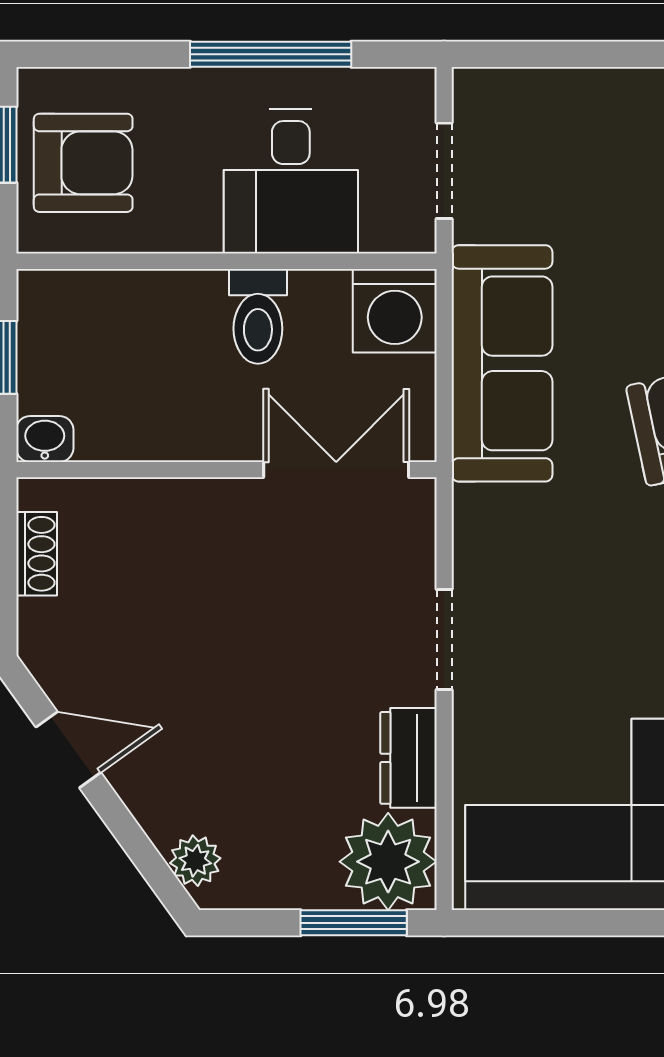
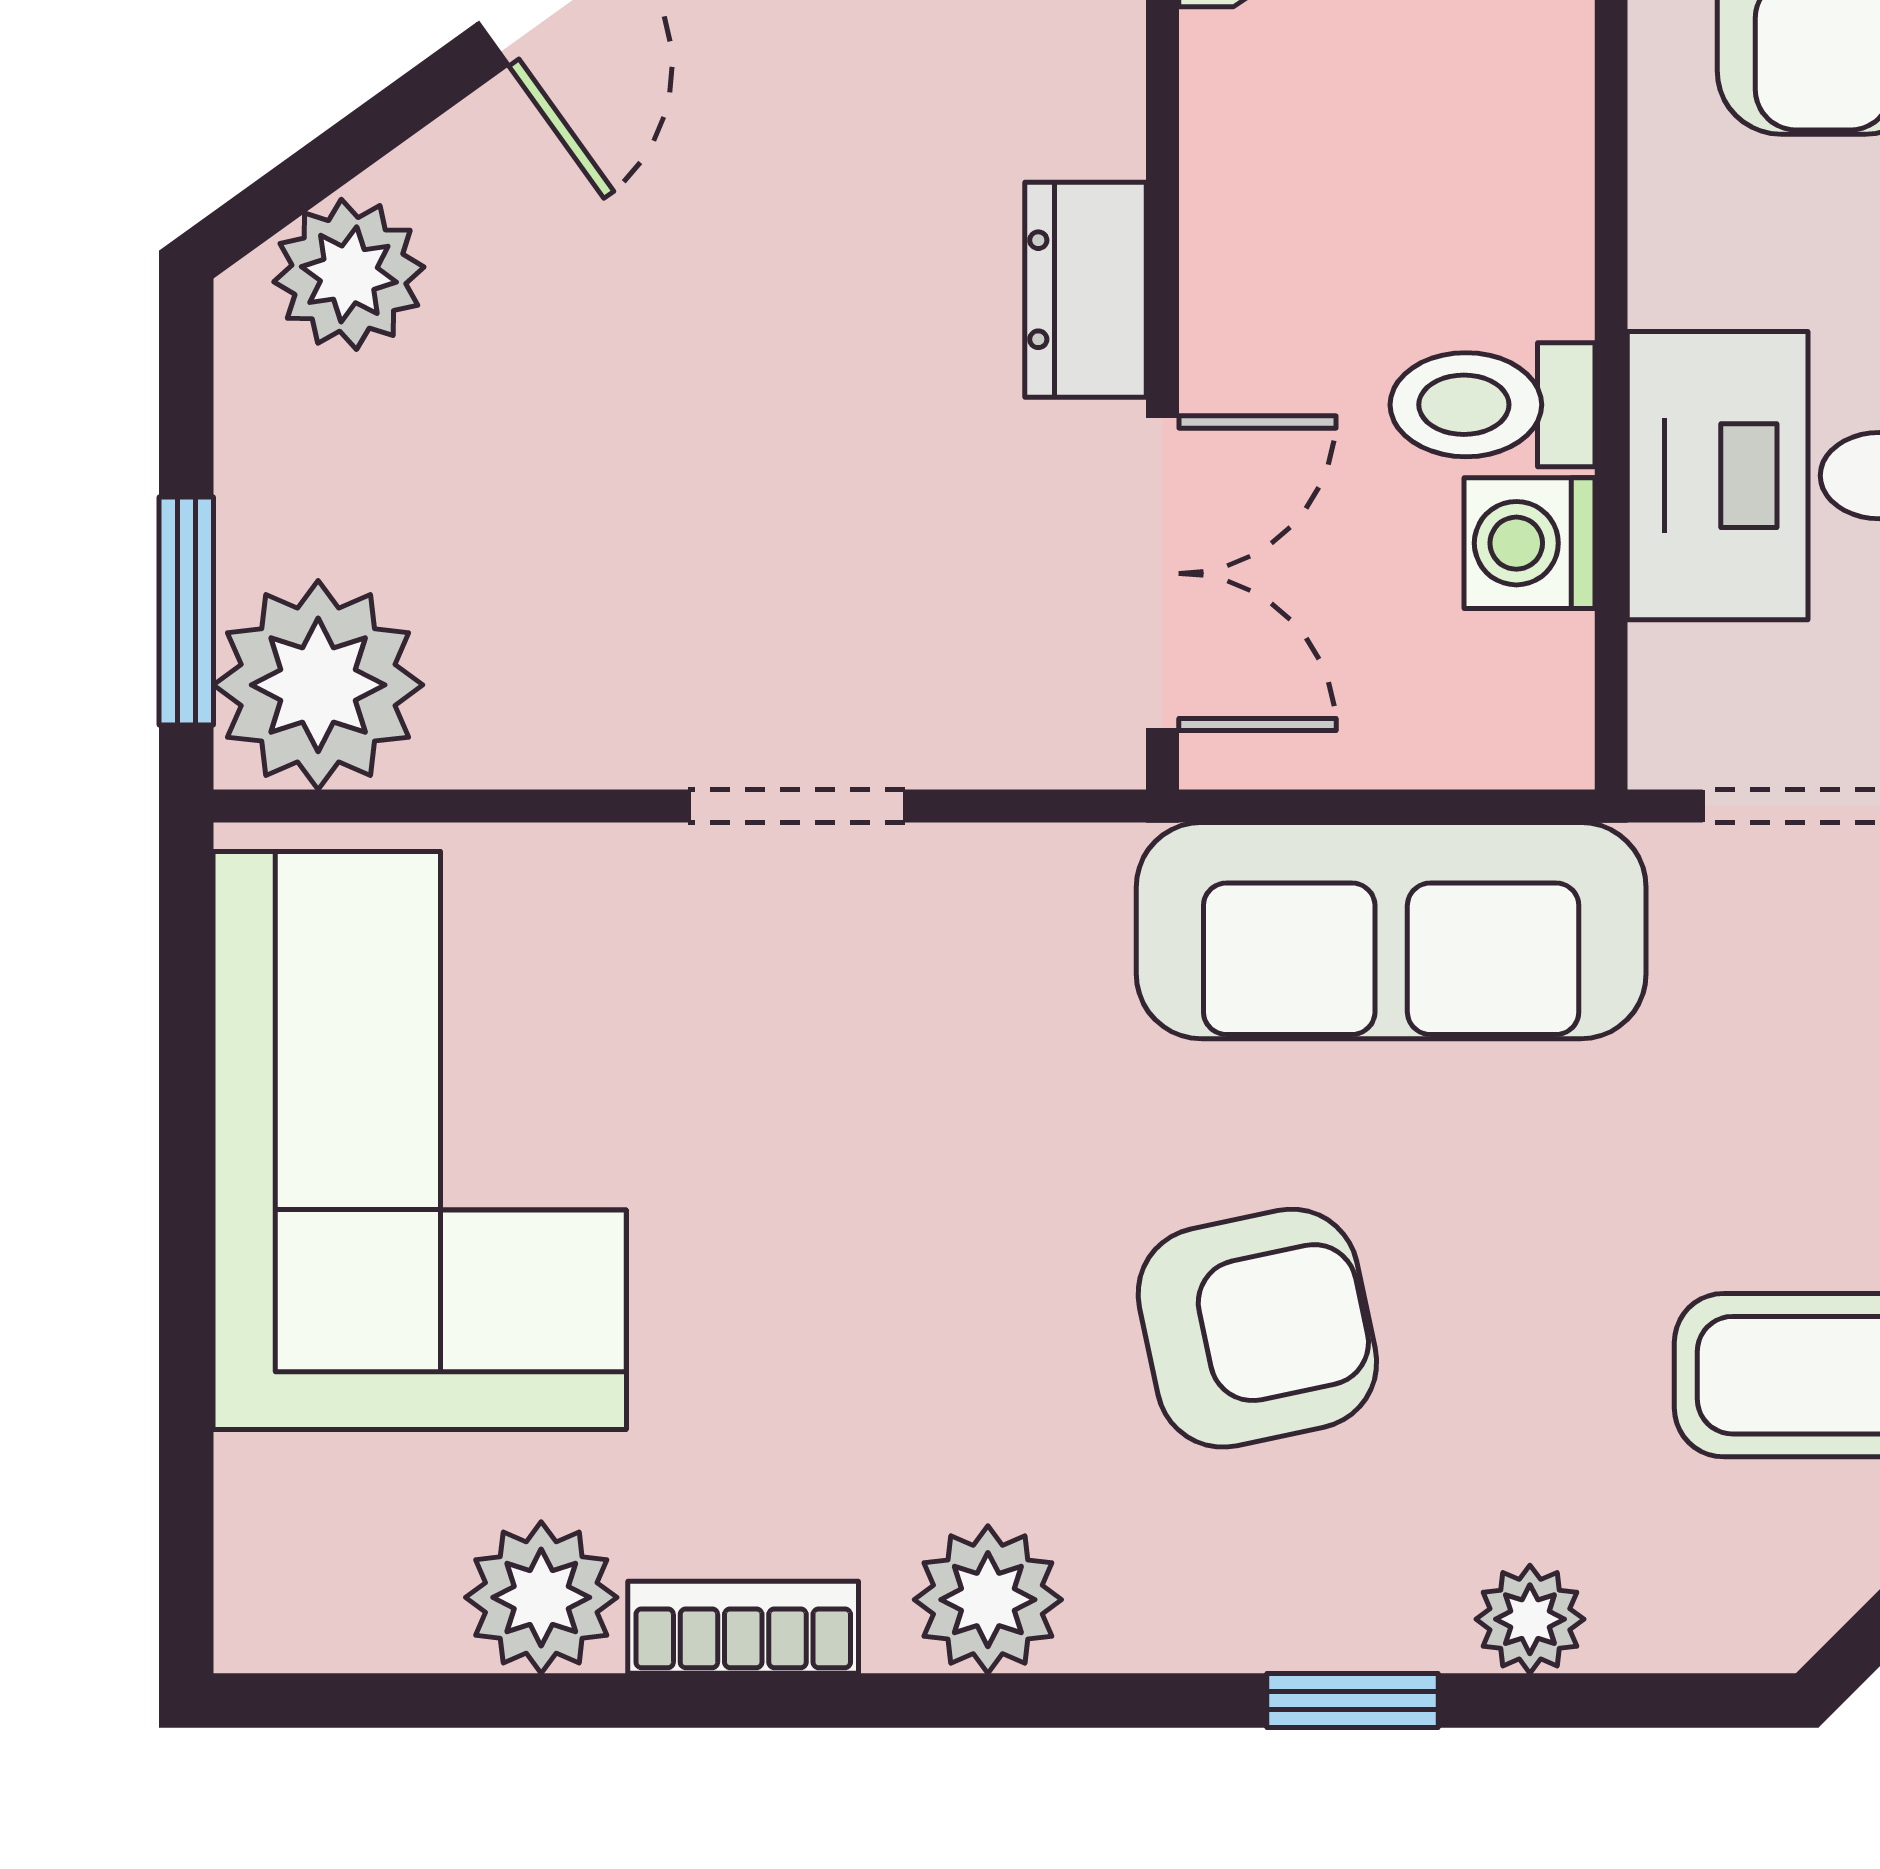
washing machine: (395, 311) -> (1529, 543), moved, width x0.73, depth x0.73
dresser: (408, 758) -> (1086, 290), moved, turned -90
plant: (195, 861) -> (349, 274), width x1.38, depth x1.38

